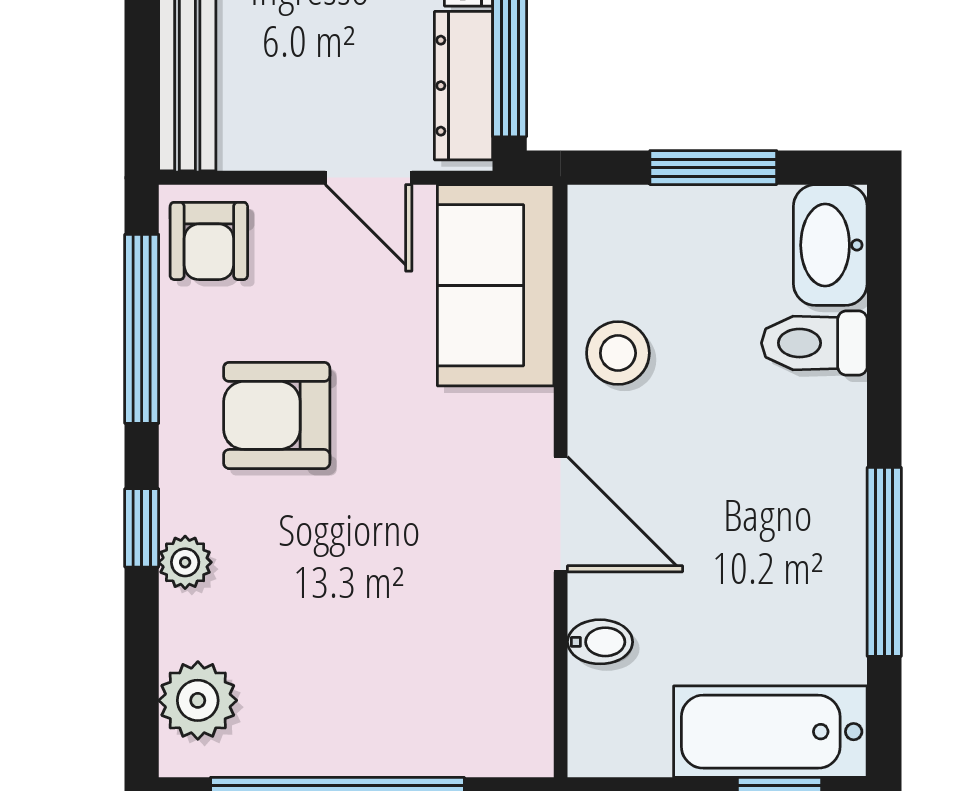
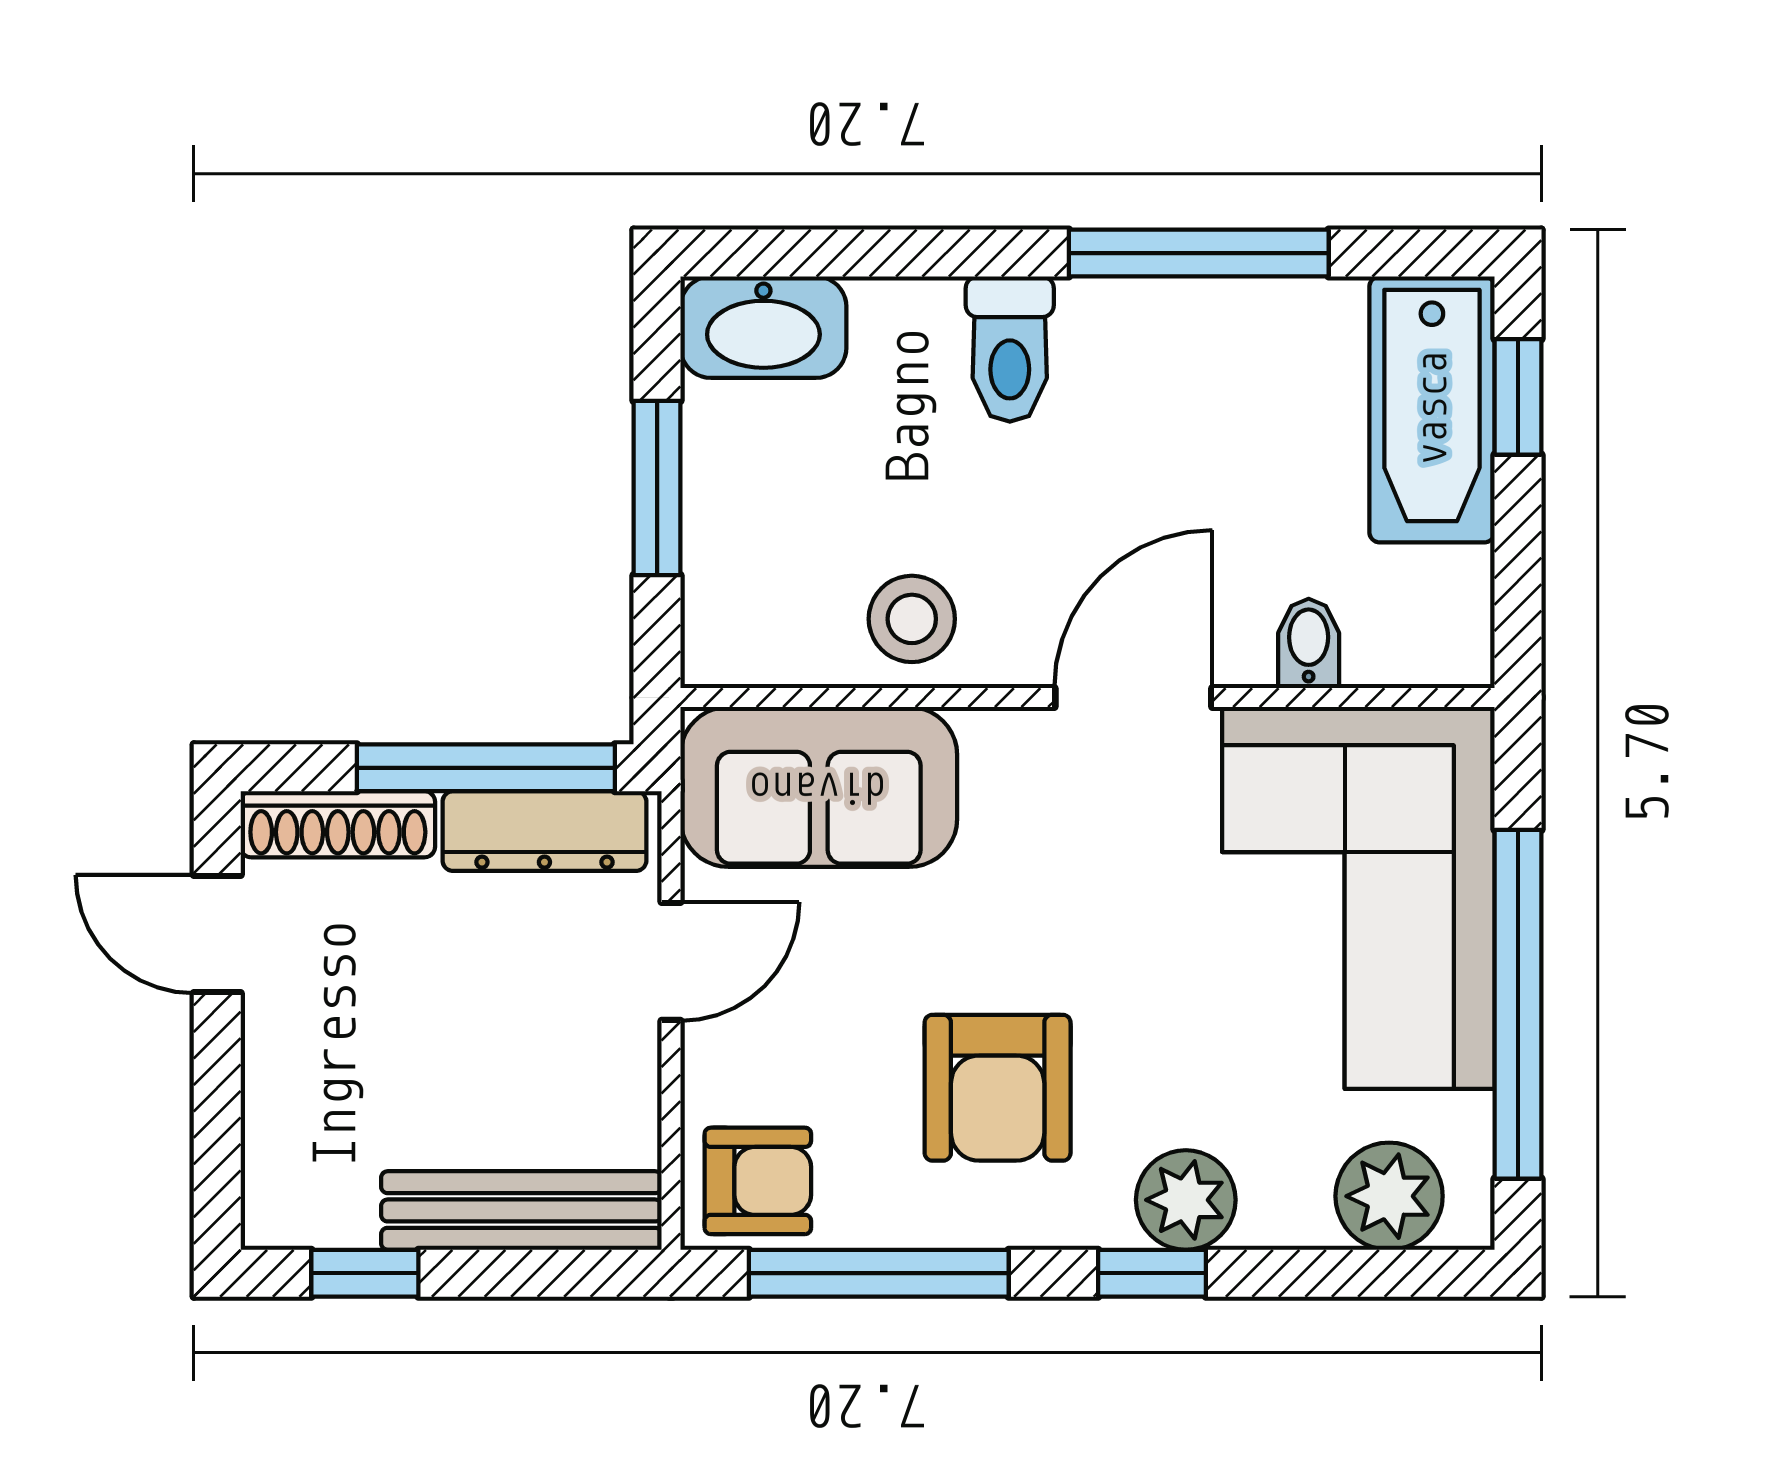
toilet: (814, 343) -> (1010, 349), moved
plant: (185, 562) -> (1186, 1200), width x1.38, depth x1.38
corner sofa: (415, 678) -> (1358, 898), added

